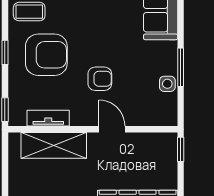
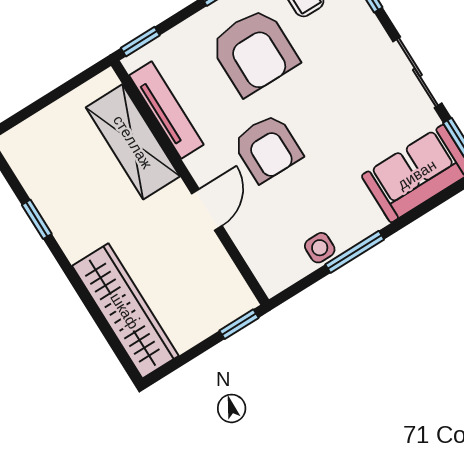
armchair: (100, 79) -> (267, 148), width x1.38, depth x1.38
tv unit: (48, 118) -> (166, 110), width x1.41

